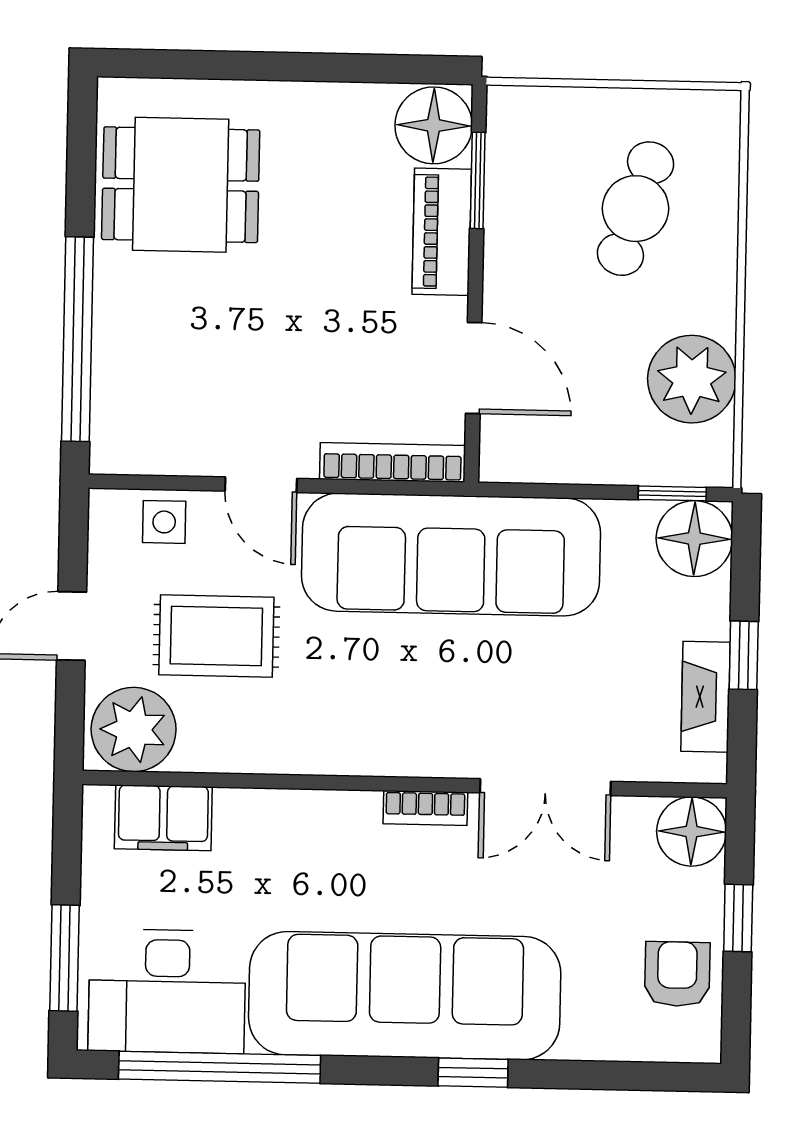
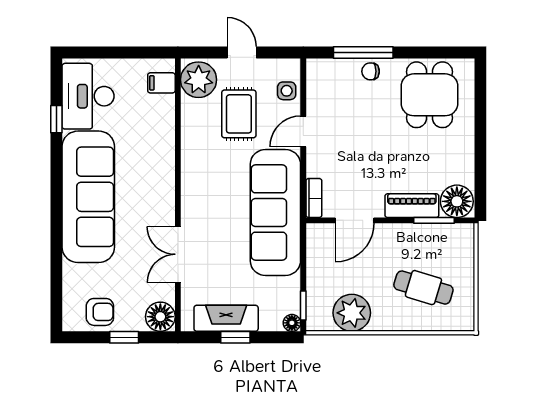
chair: (122, 323) -> (371, 71), added
window: (78, 339) -> (363, 53), width x0.68
bookcase: (393, 462) -> (314, 198), width x0.64
floor lamp: (694, 539) -> (292, 323), width x0.53, depth x0.53
fireplace: (706, 697) -> (226, 318), width x1.37, depth x1.32
bookcase: (425, 808) -> (168, 204), removed
filing cabinet: (163, 818) -> (161, 83), width x0.50
window: (65, 958) -> (101, 53), removed
window: (220, 1067) -> (56, 119), width x0.32
window: (473, 1073) -> (56, 226), removed

